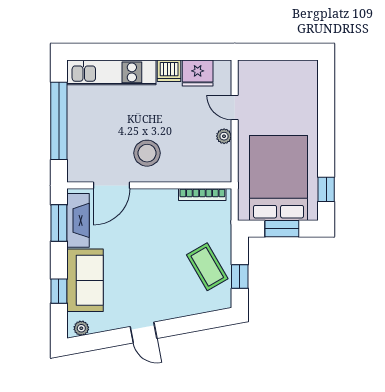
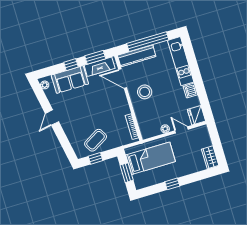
wardrobe: (299, 71) -> (210, 157), added
fridge: (198, 73) -> (196, 115), moved
door: (235, 107) -> (182, 130), hinge flipped
kitchen counter: (78, 148) -> (137, 56), added
bed: (279, 178) -> (151, 158), width x0.67
window: (326, 189) -> (172, 184), moved
window: (59, 291) -> (71, 65), moved

